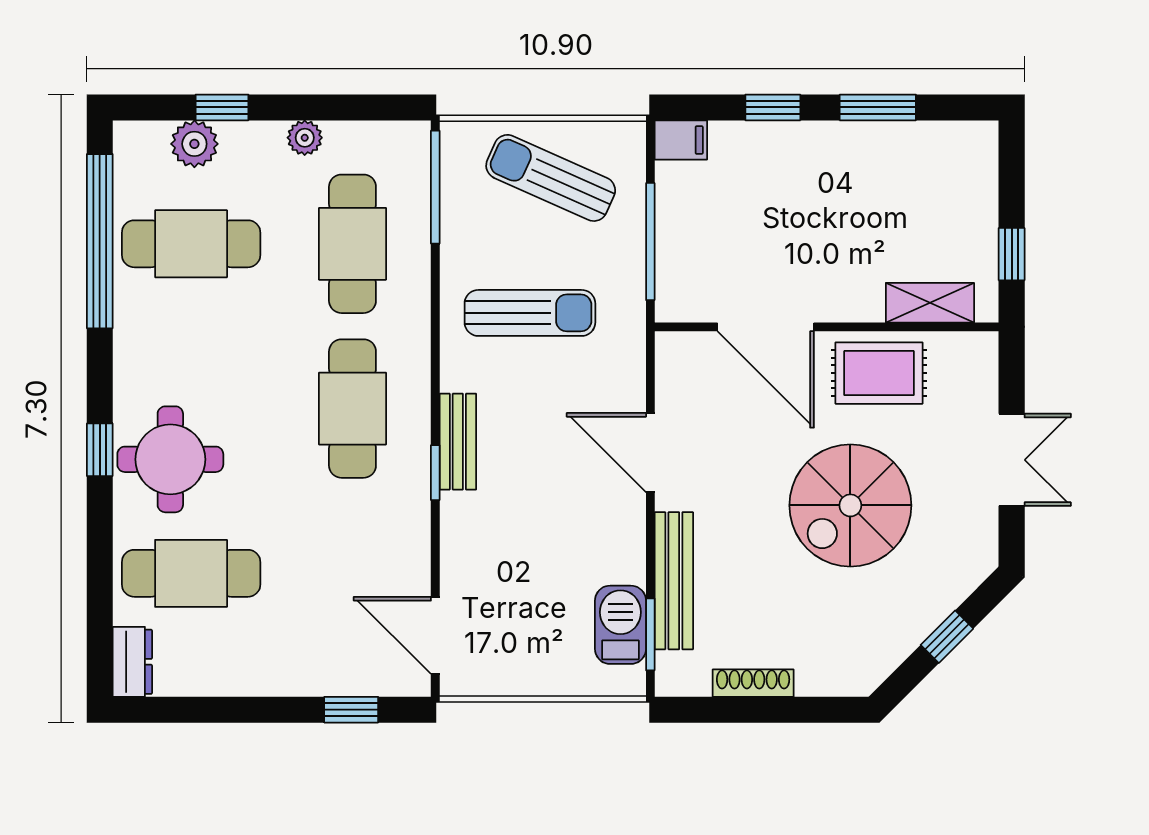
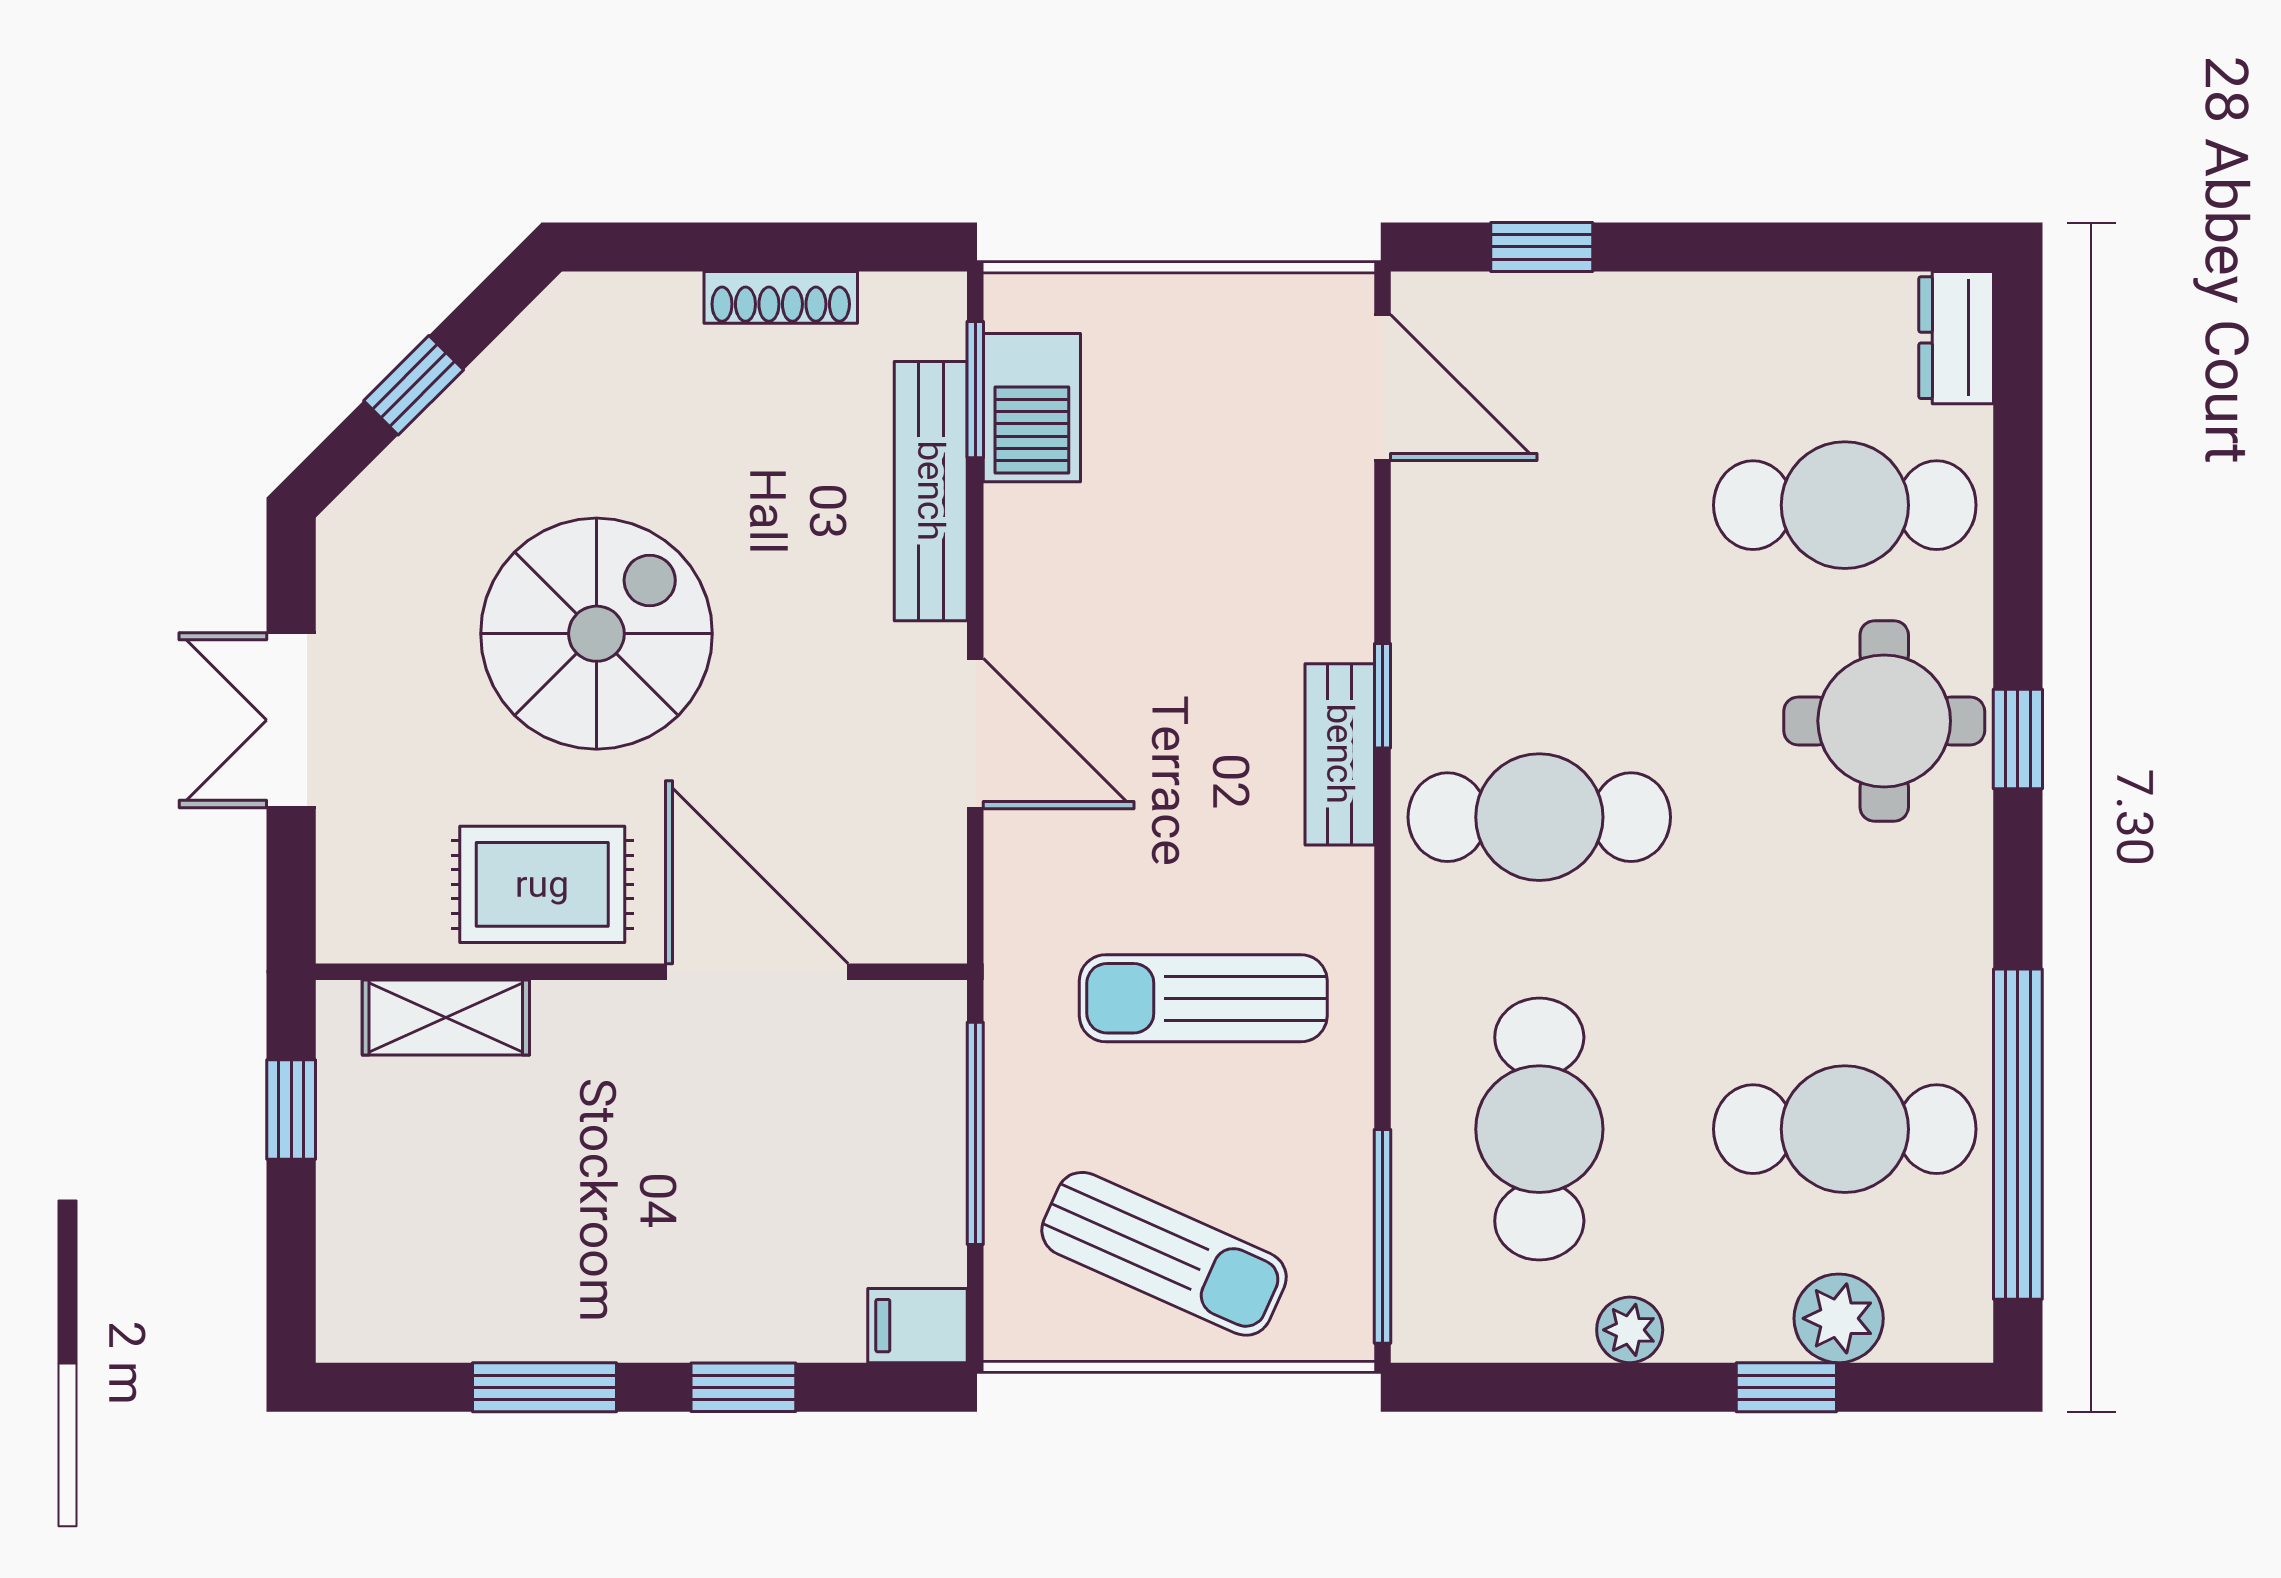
cafe table: (352, 409) -> (1539, 817), turned 90

